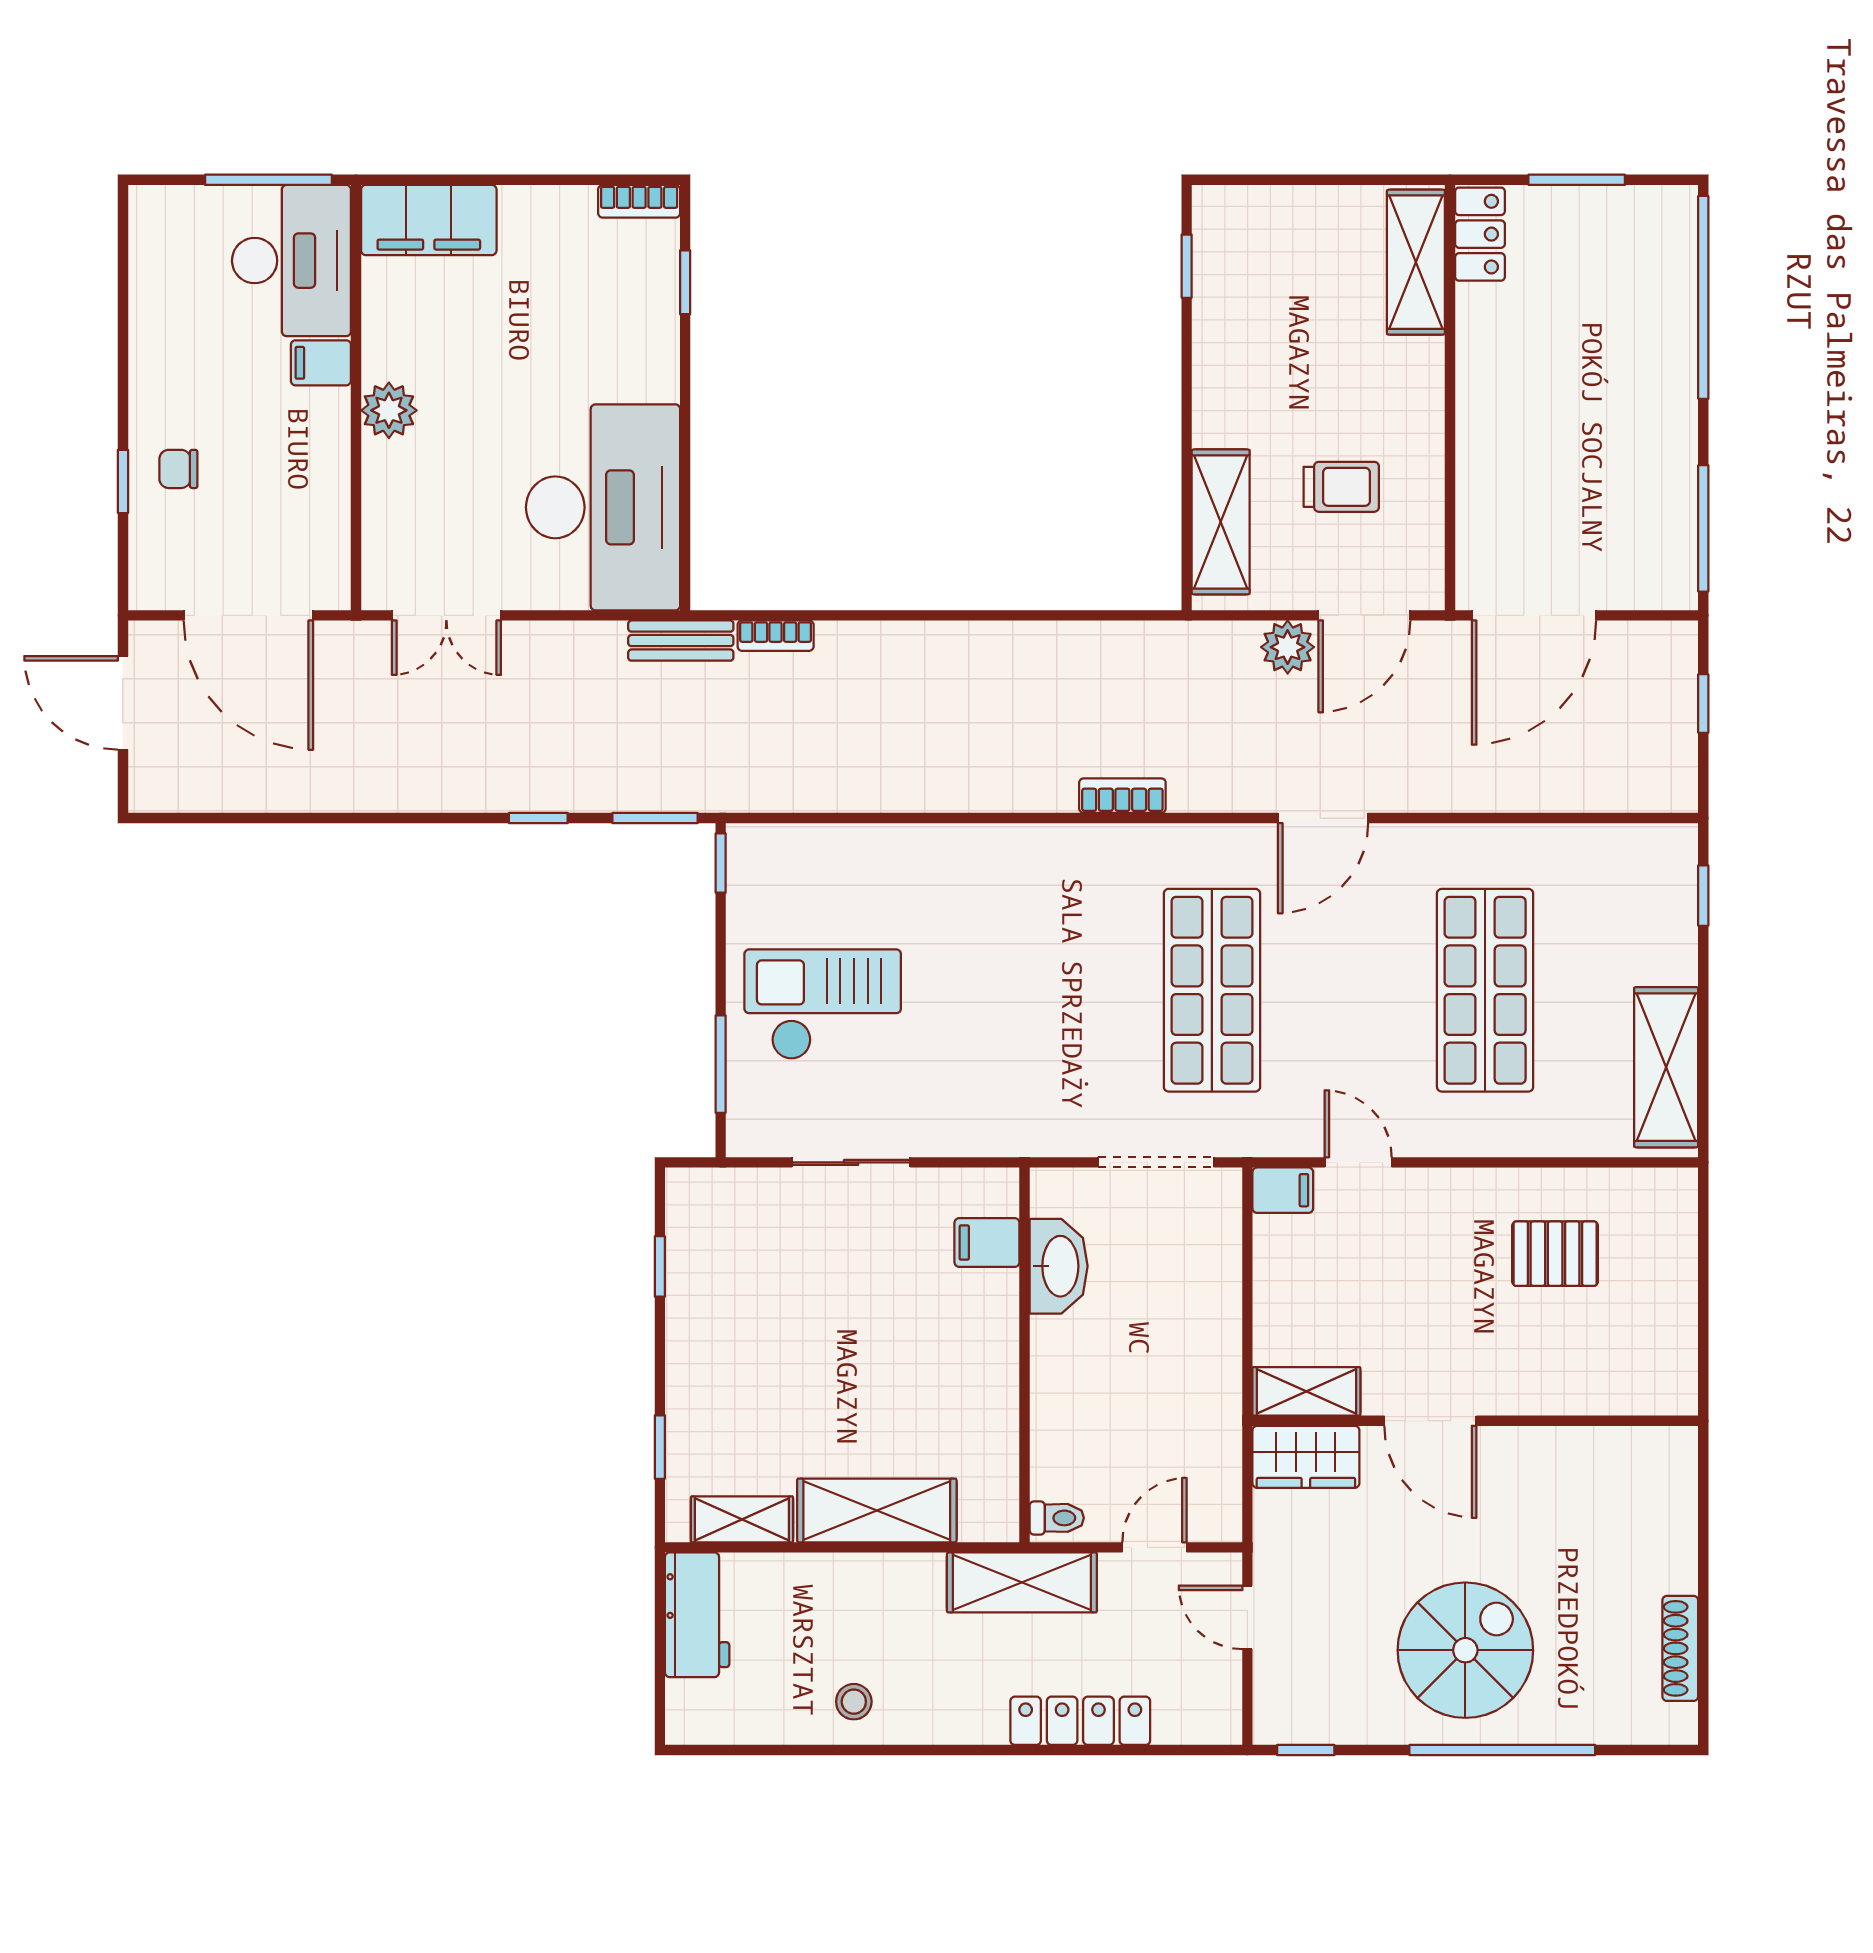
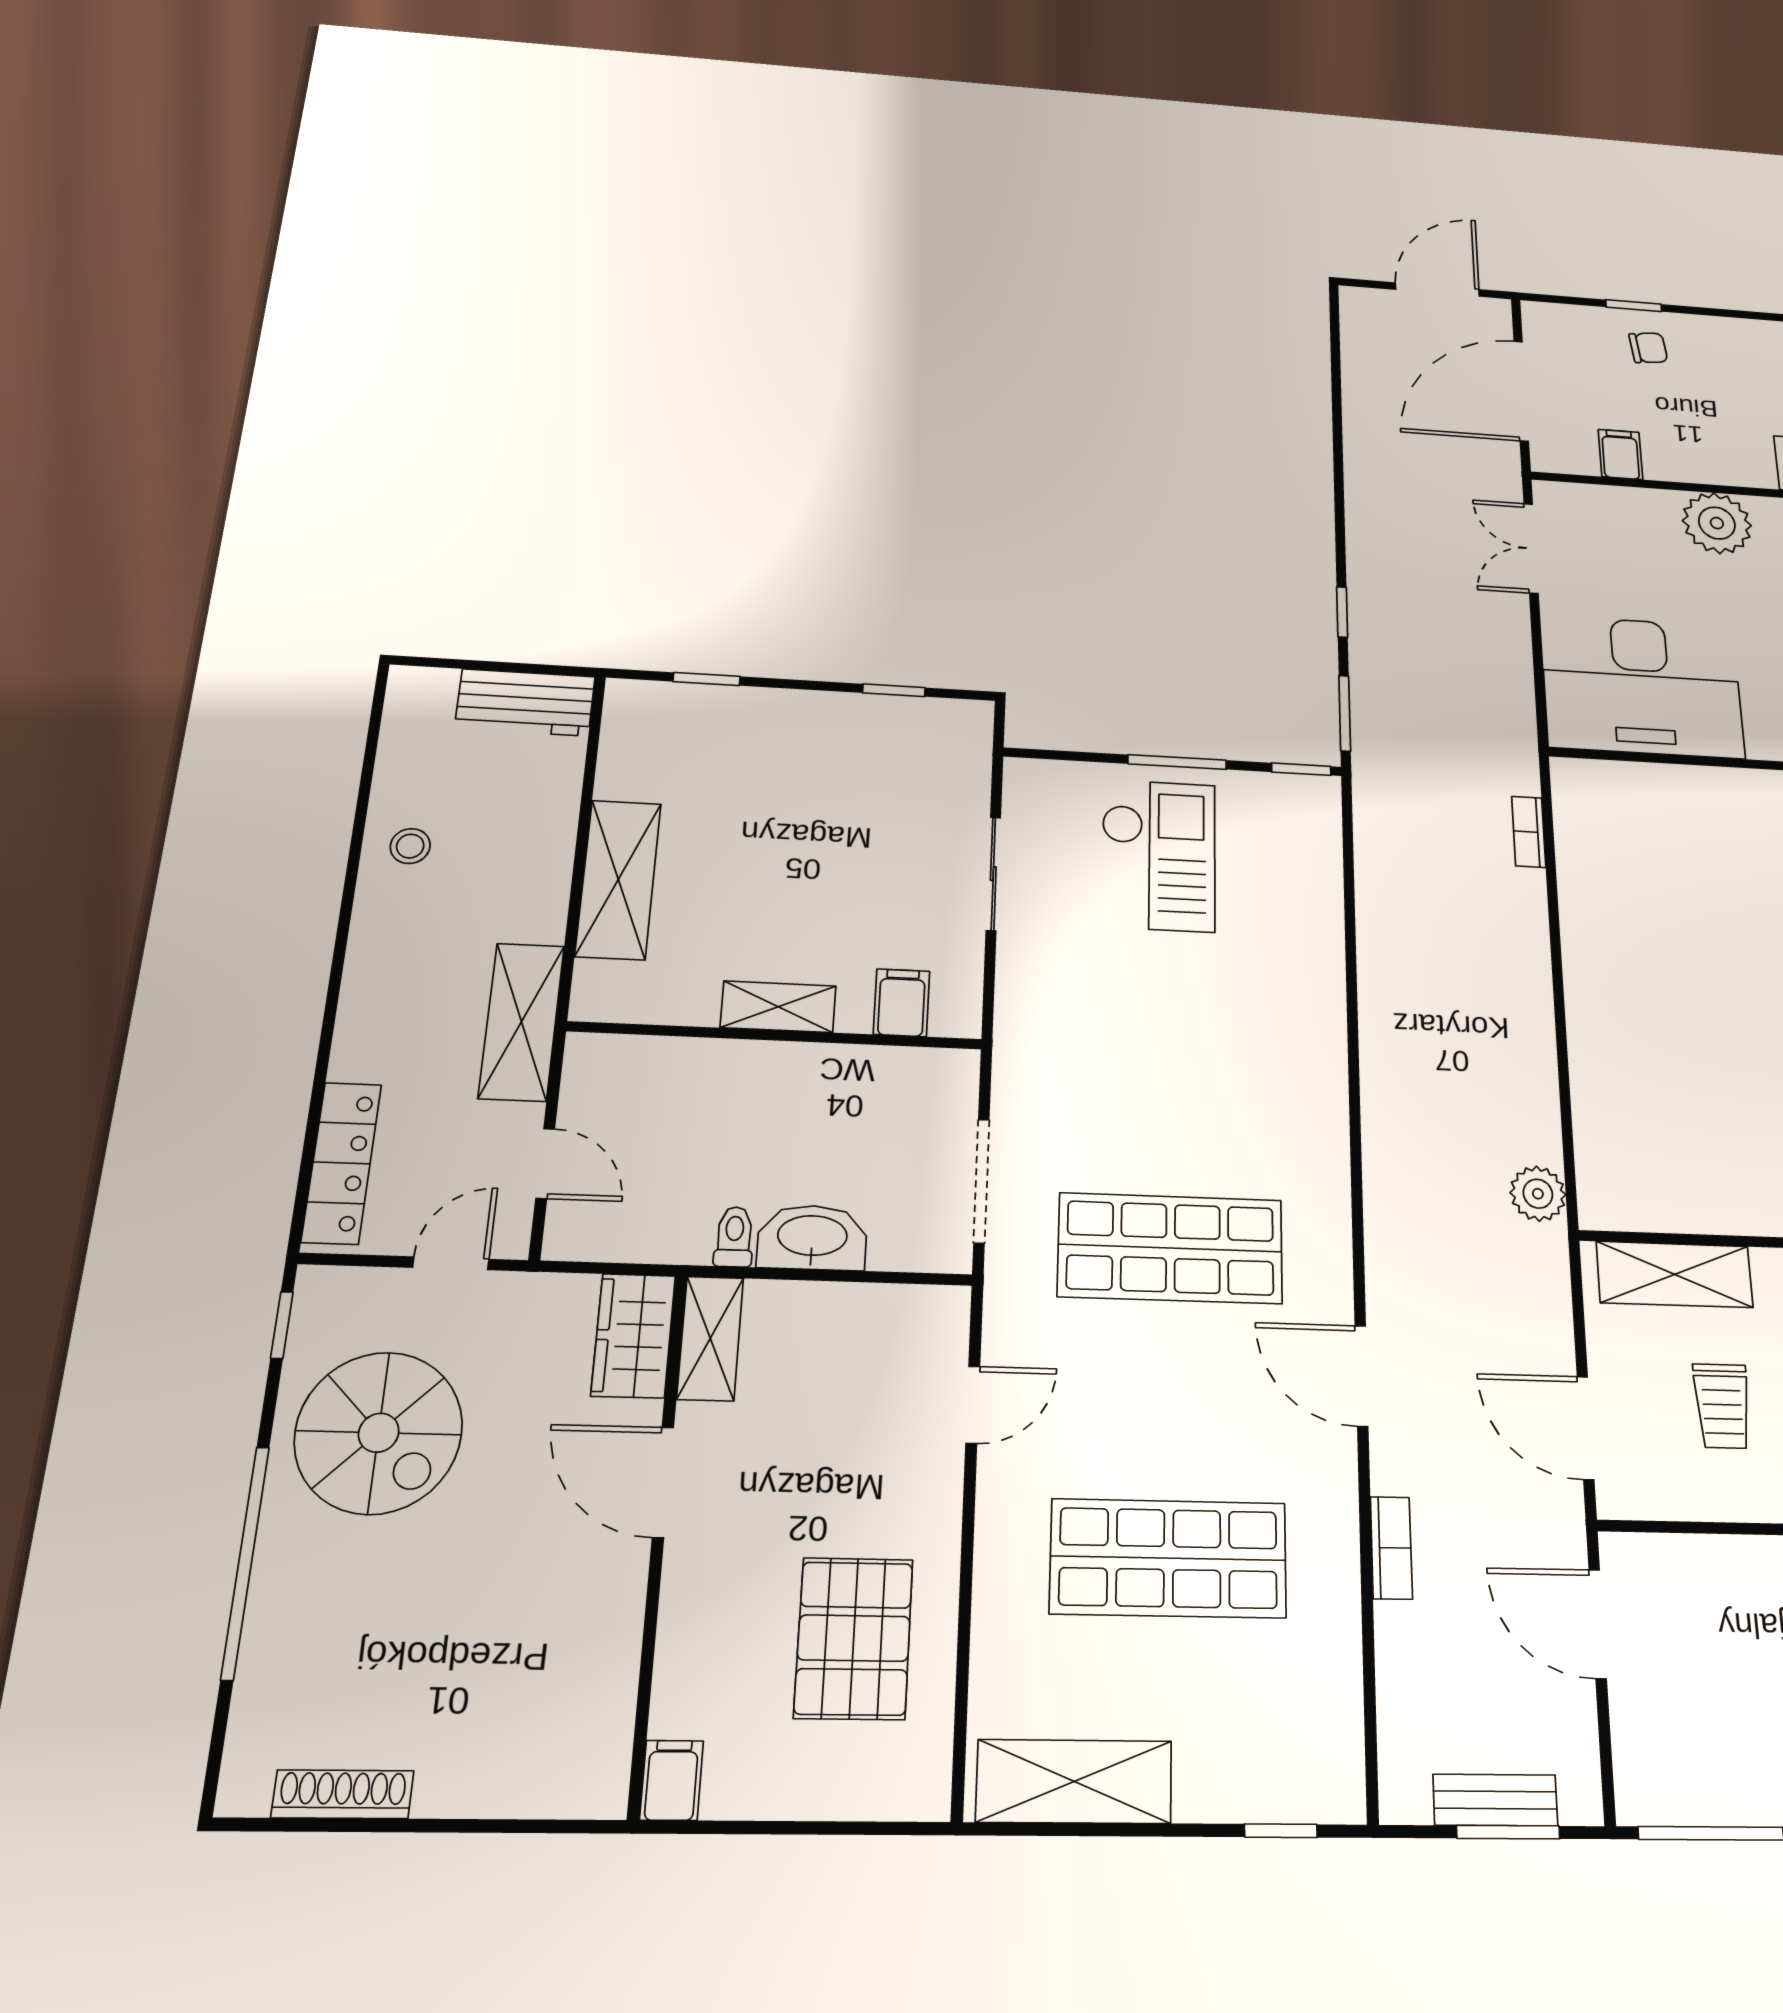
filing cabinet: (321, 363) -> (1620, 454), moved
plant: (389, 410) -> (1717, 523), width x1.36, depth x1.36
chair: (178, 469) -> (1648, 348), turned 83
door: (1534, 615) -> (1598, 1624), width x0.73
bench: (681, 641) -> (1495, 1800), moved, turned 90
plant: (1288, 647) -> (1538, 1194), moved
window: (1703, 703) -> (1508, 1832), width x1.50
bookcase: (1122, 796) -> (1391, 1548), moved
window: (721, 1064) -> (1177, 762), moved
filing cabinet: (1283, 1190) -> (672, 1780), moved, turned 180
pallet: (1555, 1254) -> (854, 1638), width x1.50, depth x1.42
washbasin: (1059, 1266) -> (812, 1237), moved, turned 180
door: (1430, 1421) -> (663, 1482), hinge flipped
toilet: (1057, 1518) -> (734, 1237), moved, turned 180
shelving: (742, 1519) -> (778, 1007), moved, turned 90
spiral stairs: (1465, 1650) -> (379, 1433), moved
locker: (1080, 1721) -> (342, 1163), moved

